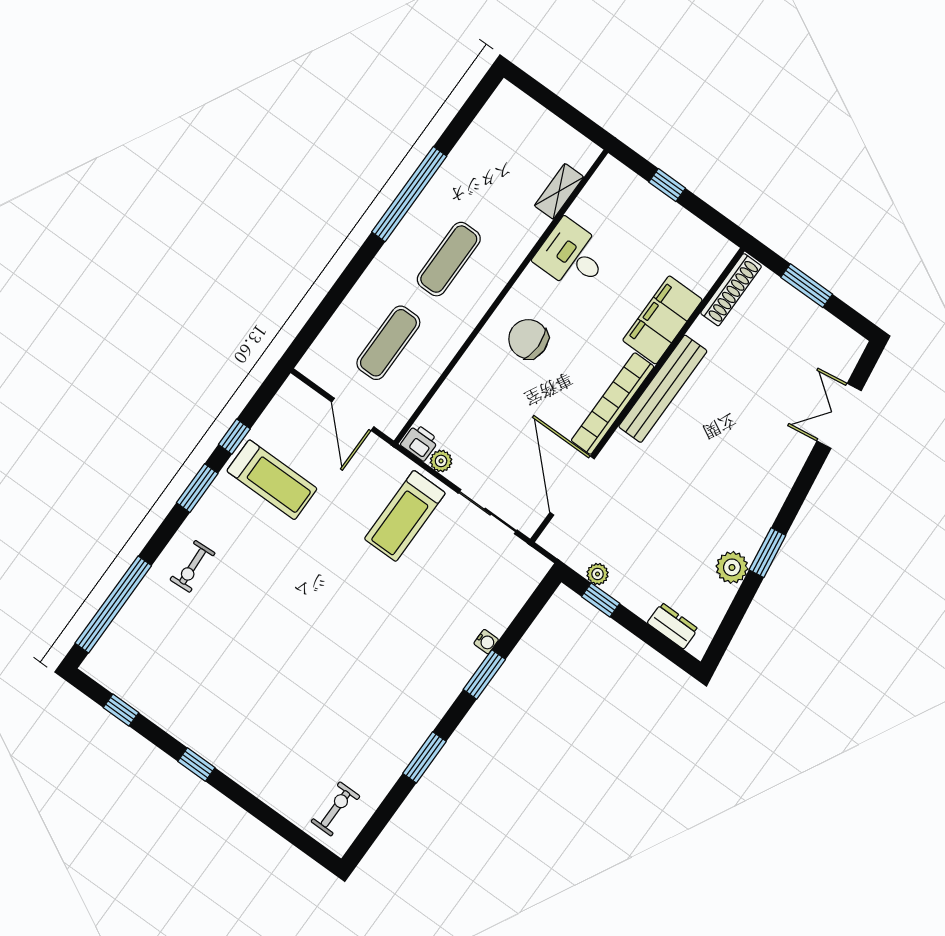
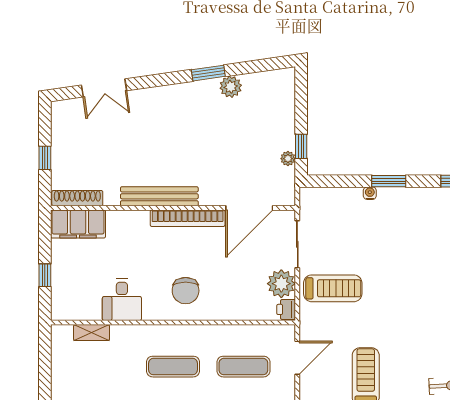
window: (807, 286) -> (45, 158), width x0.67
filing cabinet: (662, 320) -> (78, 224), moved
plant: (441, 461) -> (281, 284), width x1.88, depth x1.88
dresser: (673, 626) -> (287, 96), removed

